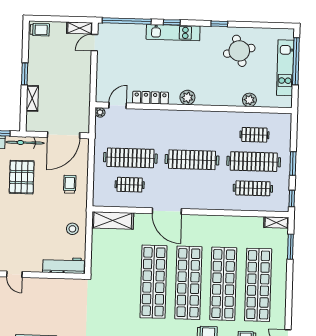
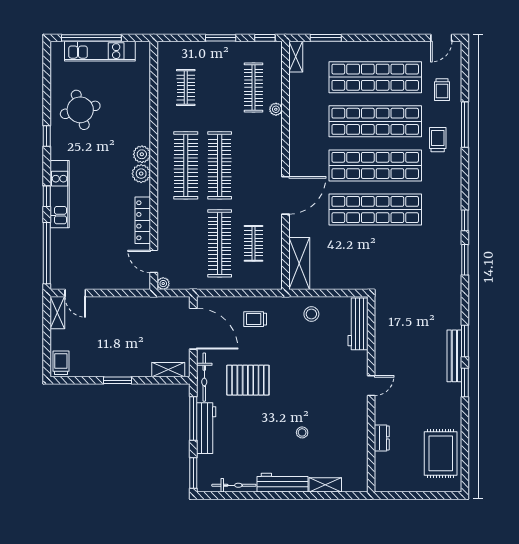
shelving: (32, 98) -> (168, 370), moved
plant: (249, 100) -> (142, 154), moved
clothes rail: (254, 162) -> (186, 165), moved
plant: (235, 205) -> (276, 109), added

